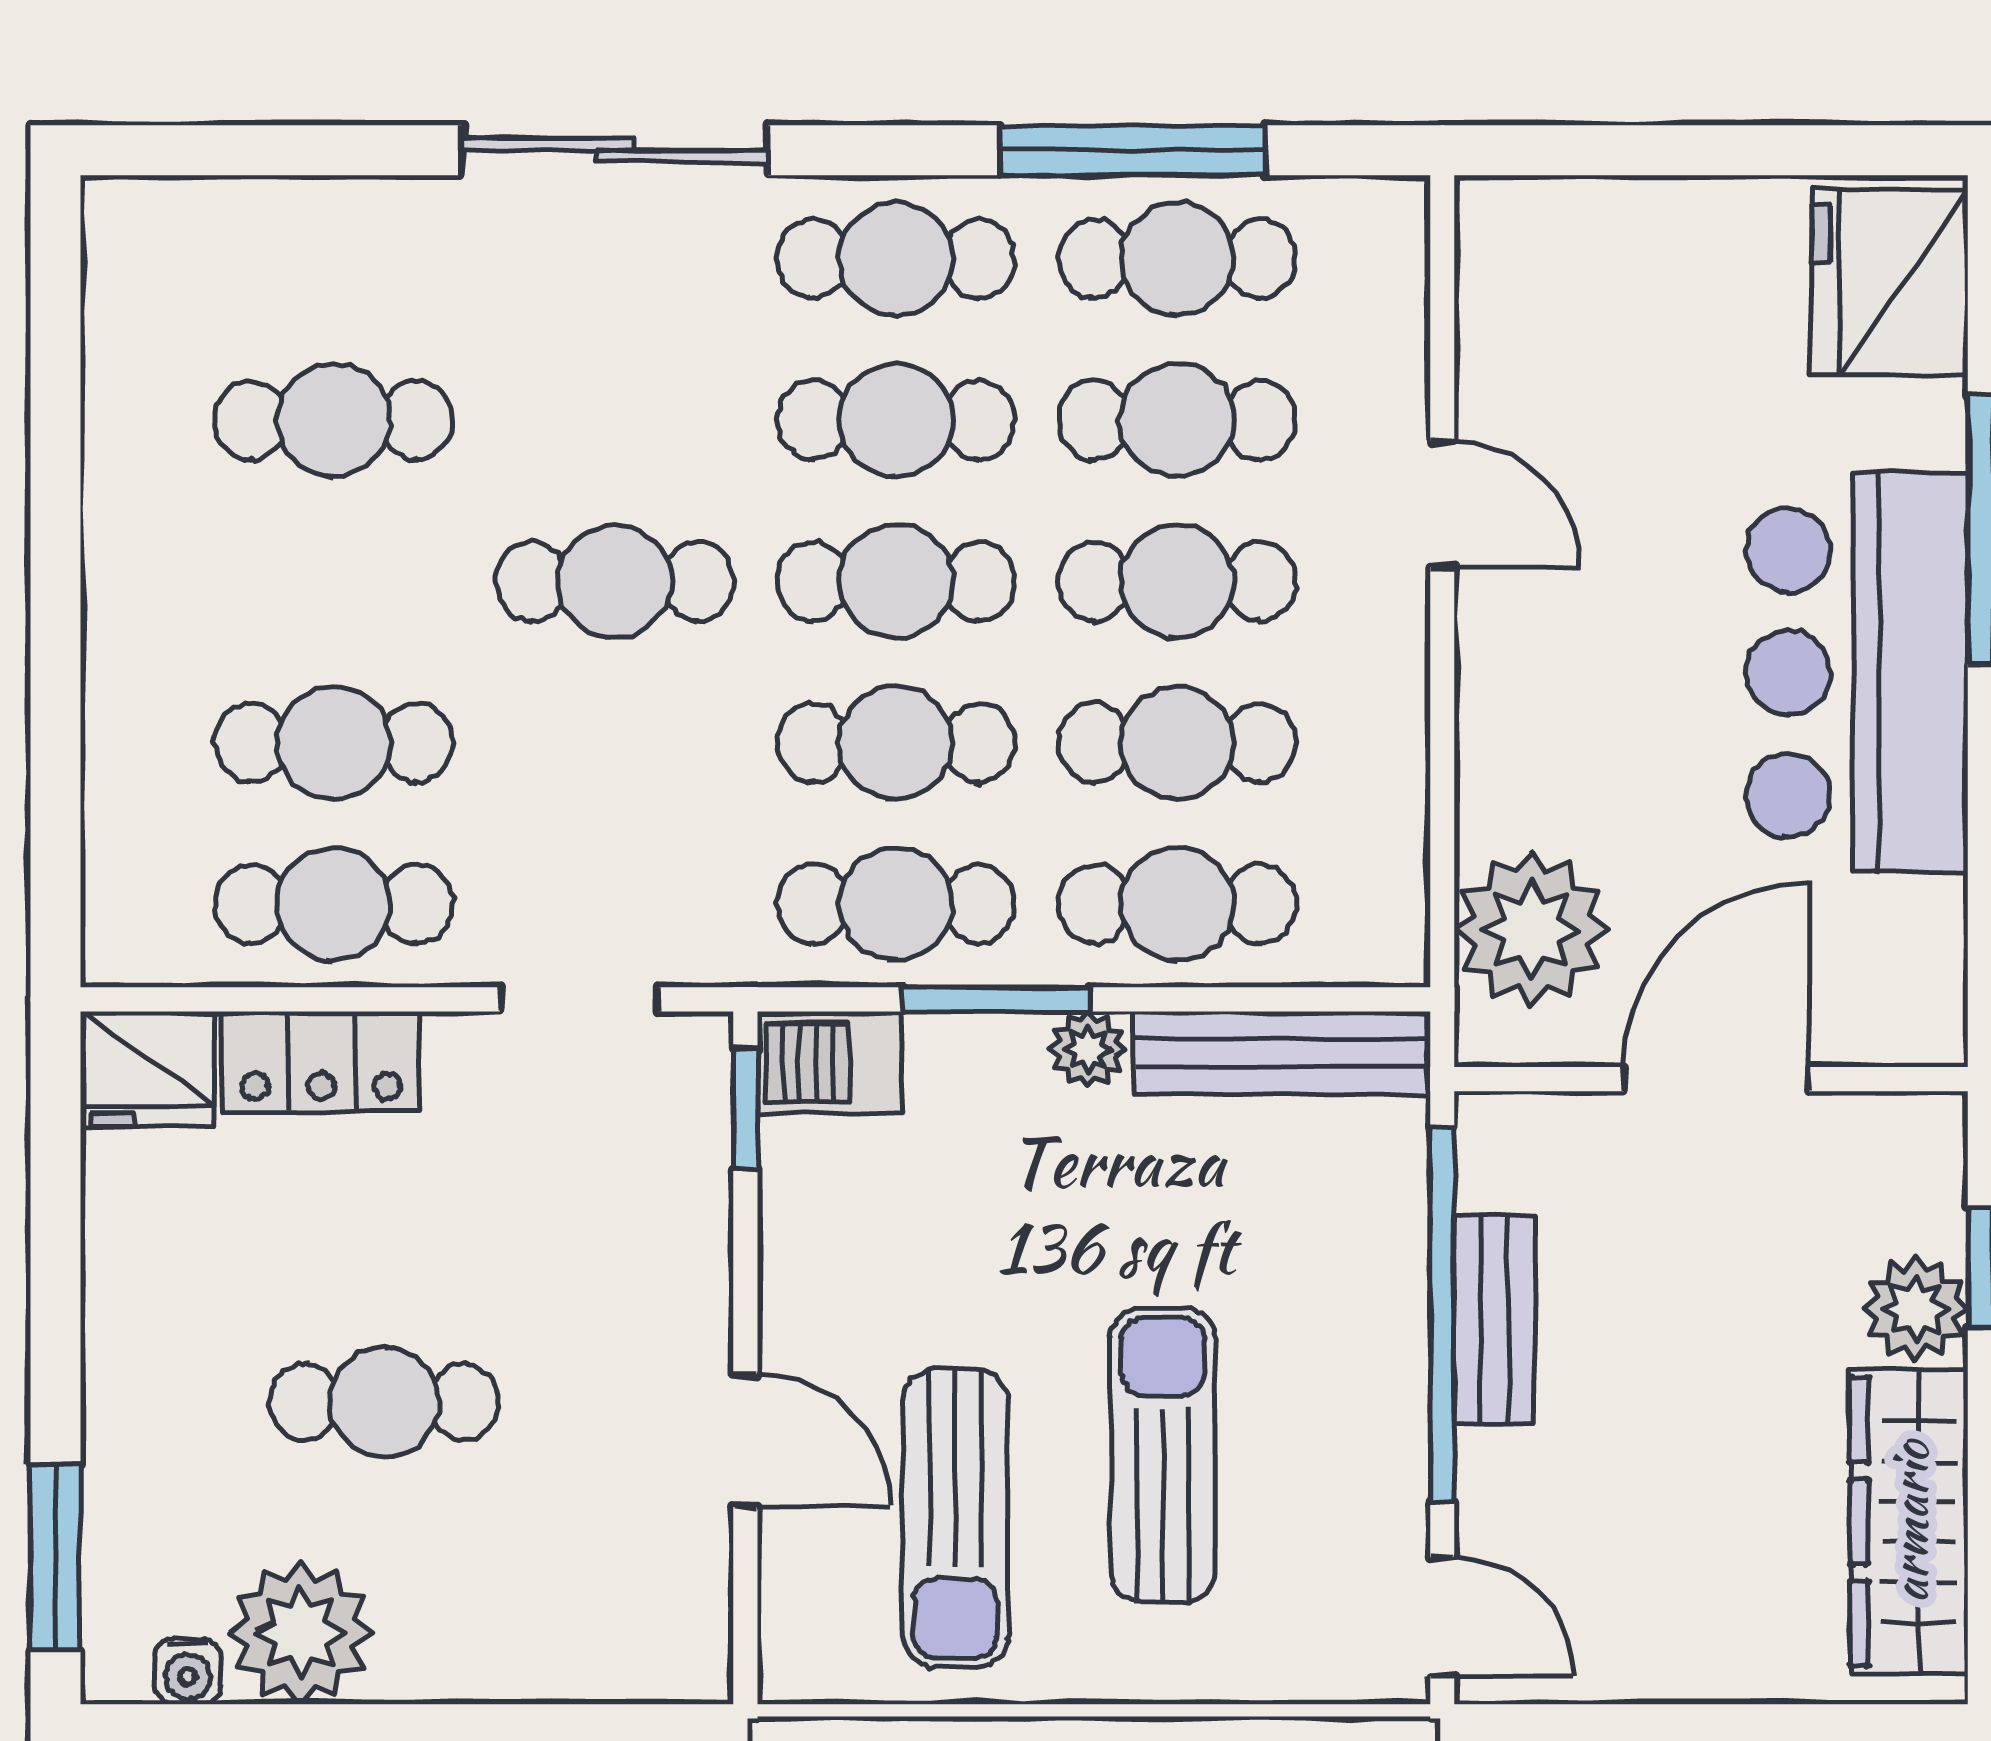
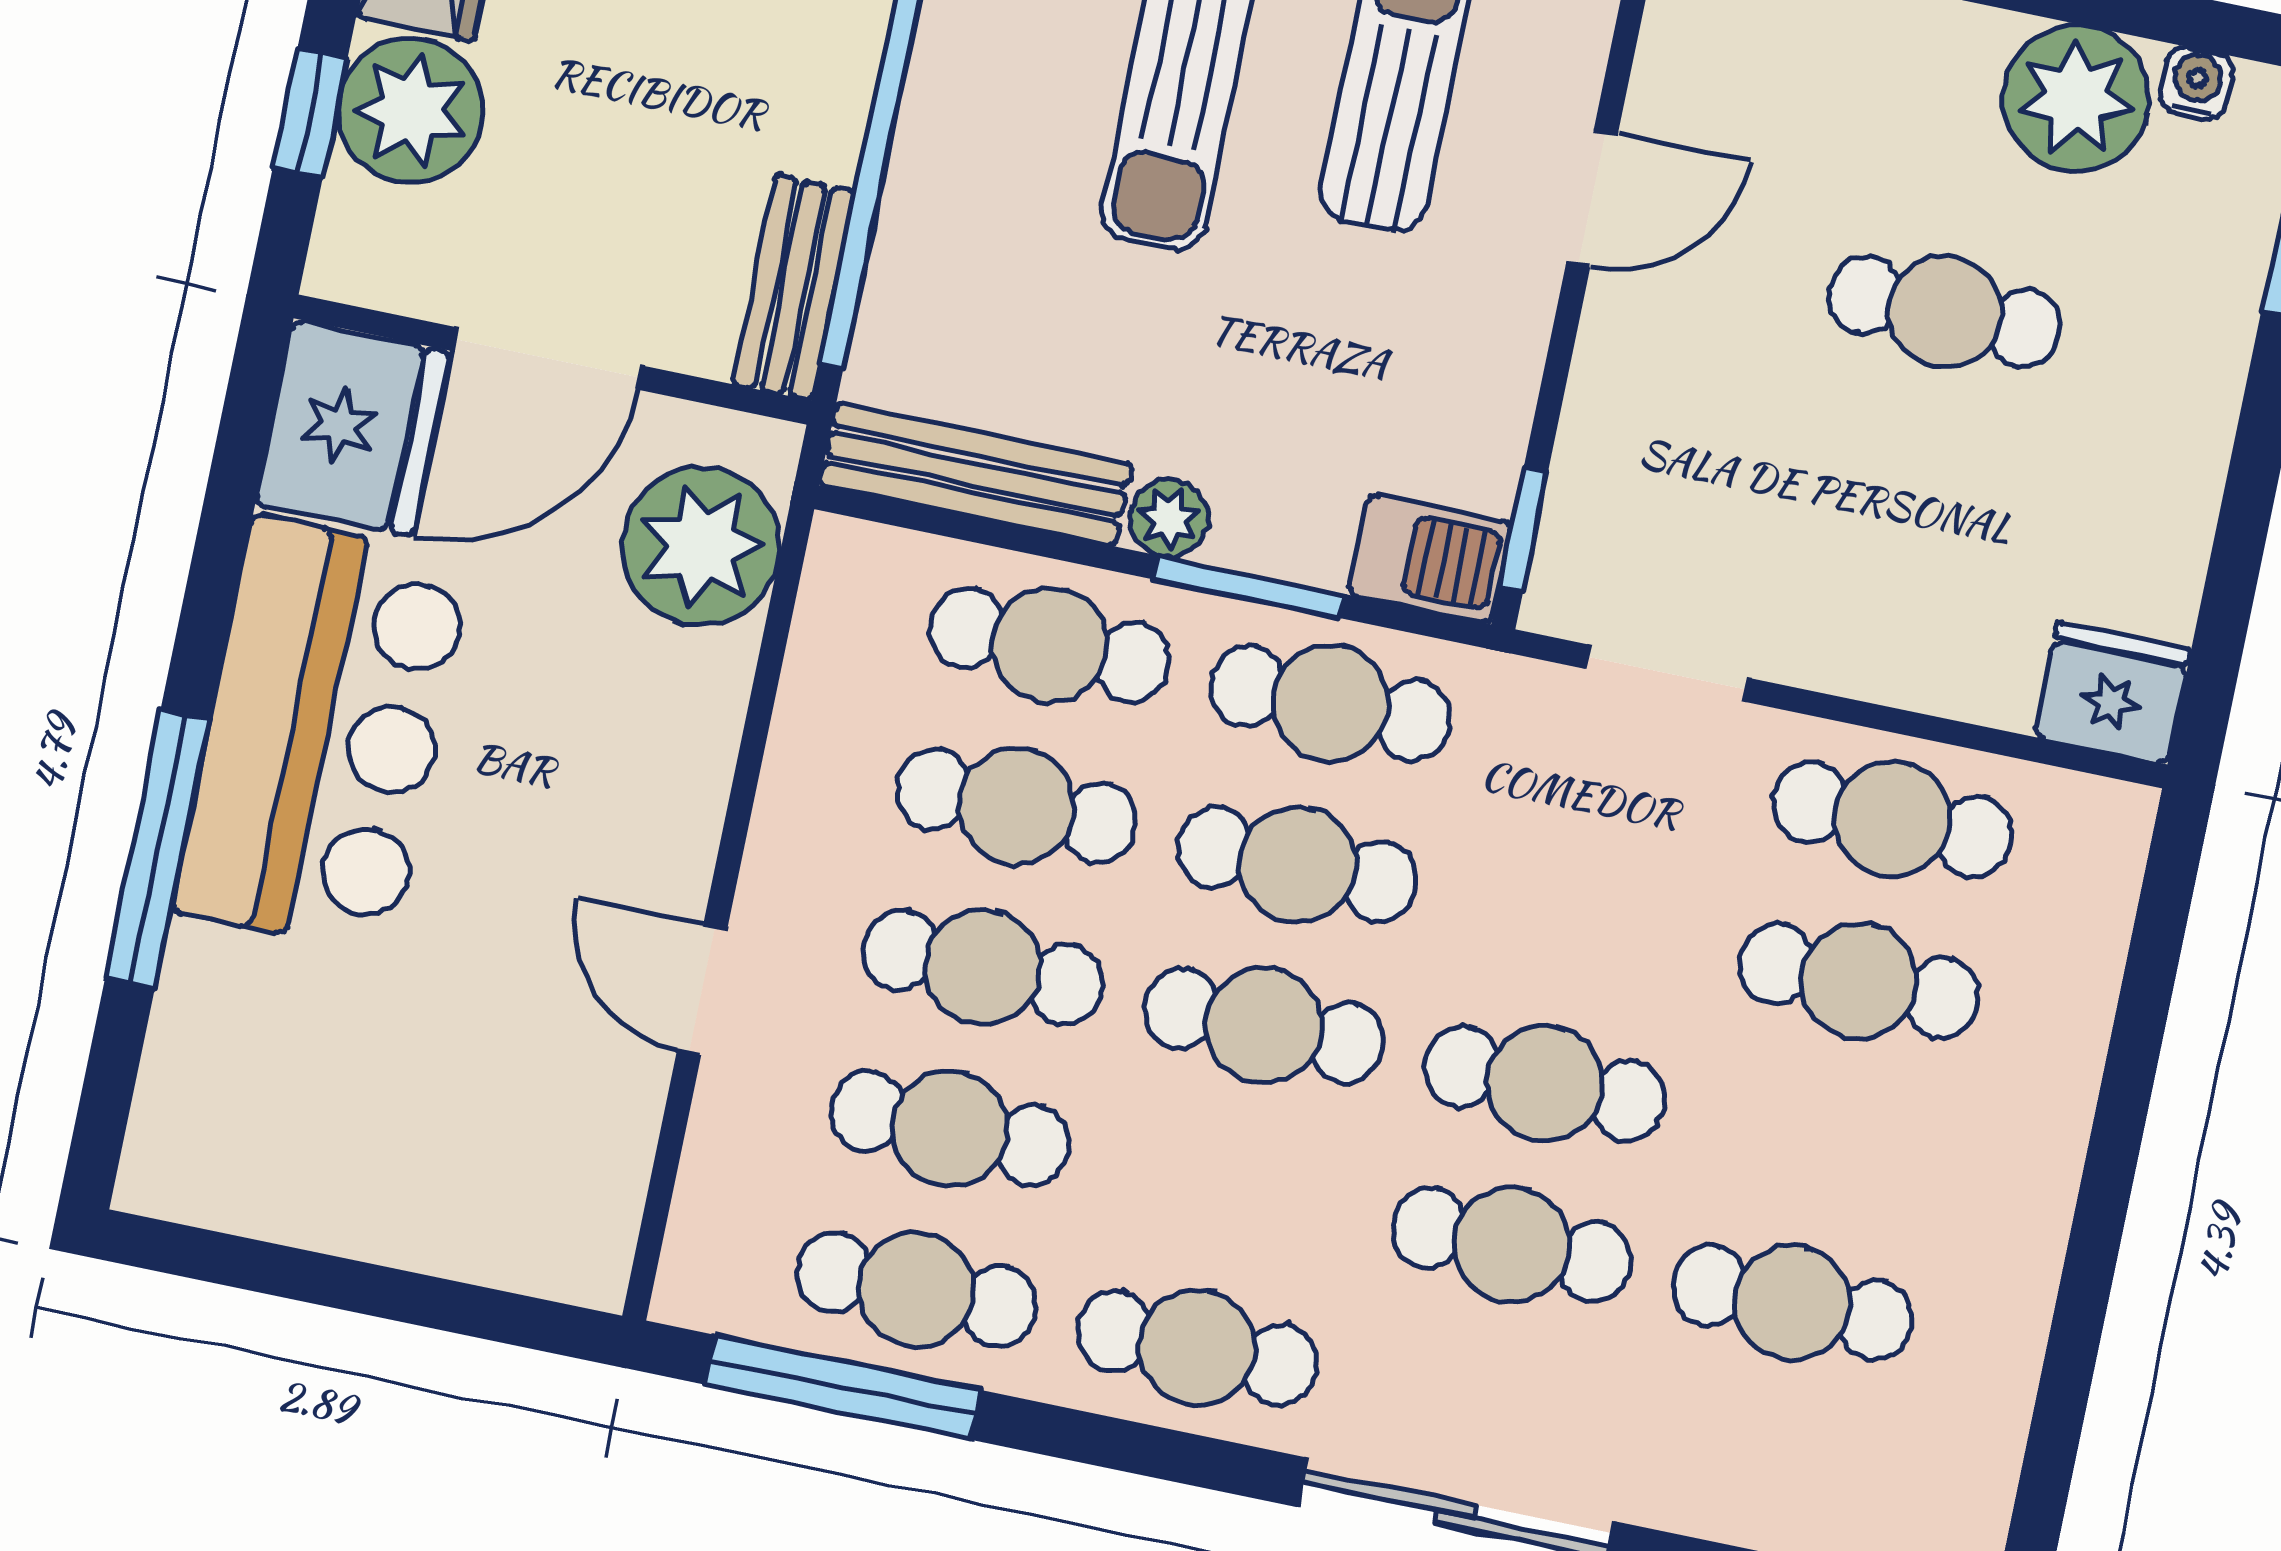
window: (1132, 150) -> (842, 1387), moved
fridge: (1890, 282) -> (352, 429), moved
cafe table: (896, 420) -> (1511, 1245), moved
locker: (321, 1061) -> (1937, 665), removed
plant: (1916, 1309) -> (411, 111), width x1.36, depth x1.36
bench: (1494, 1320) -> (793, 287), moved
door: (745, 1441) -> (1592, 198), swing flipped

